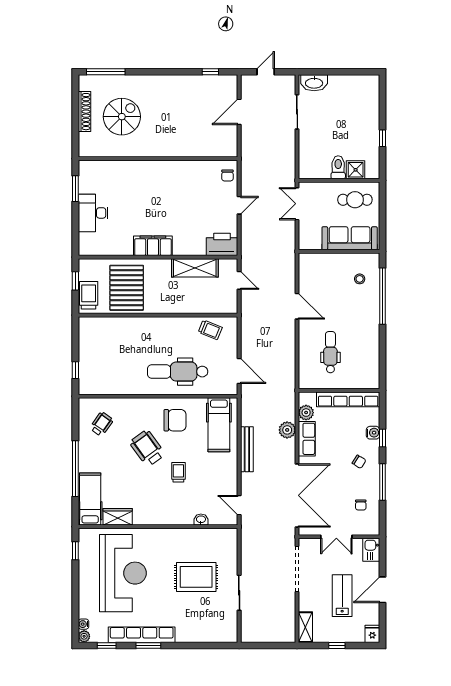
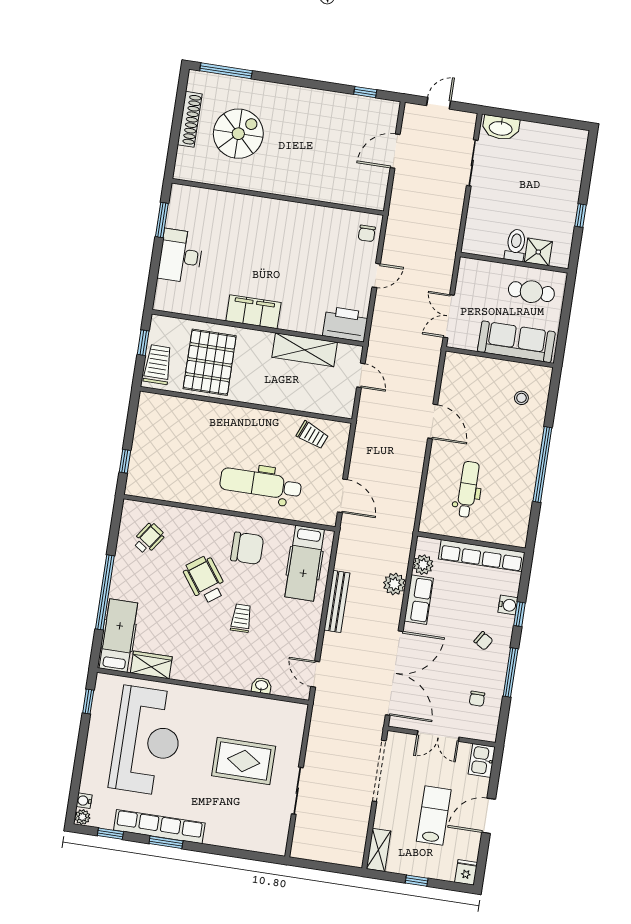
double door: (297, 204) -> (449, 316), moved
window: (382, 296) -> (542, 464), moved

